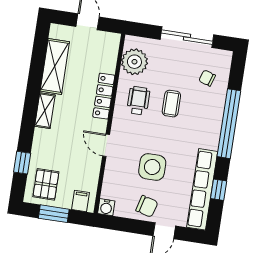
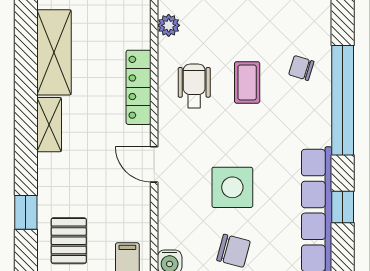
plant: (134, 62) -> (169, 25), width x0.53, depth x0.53
chair: (207, 78) -> (301, 68), moved

